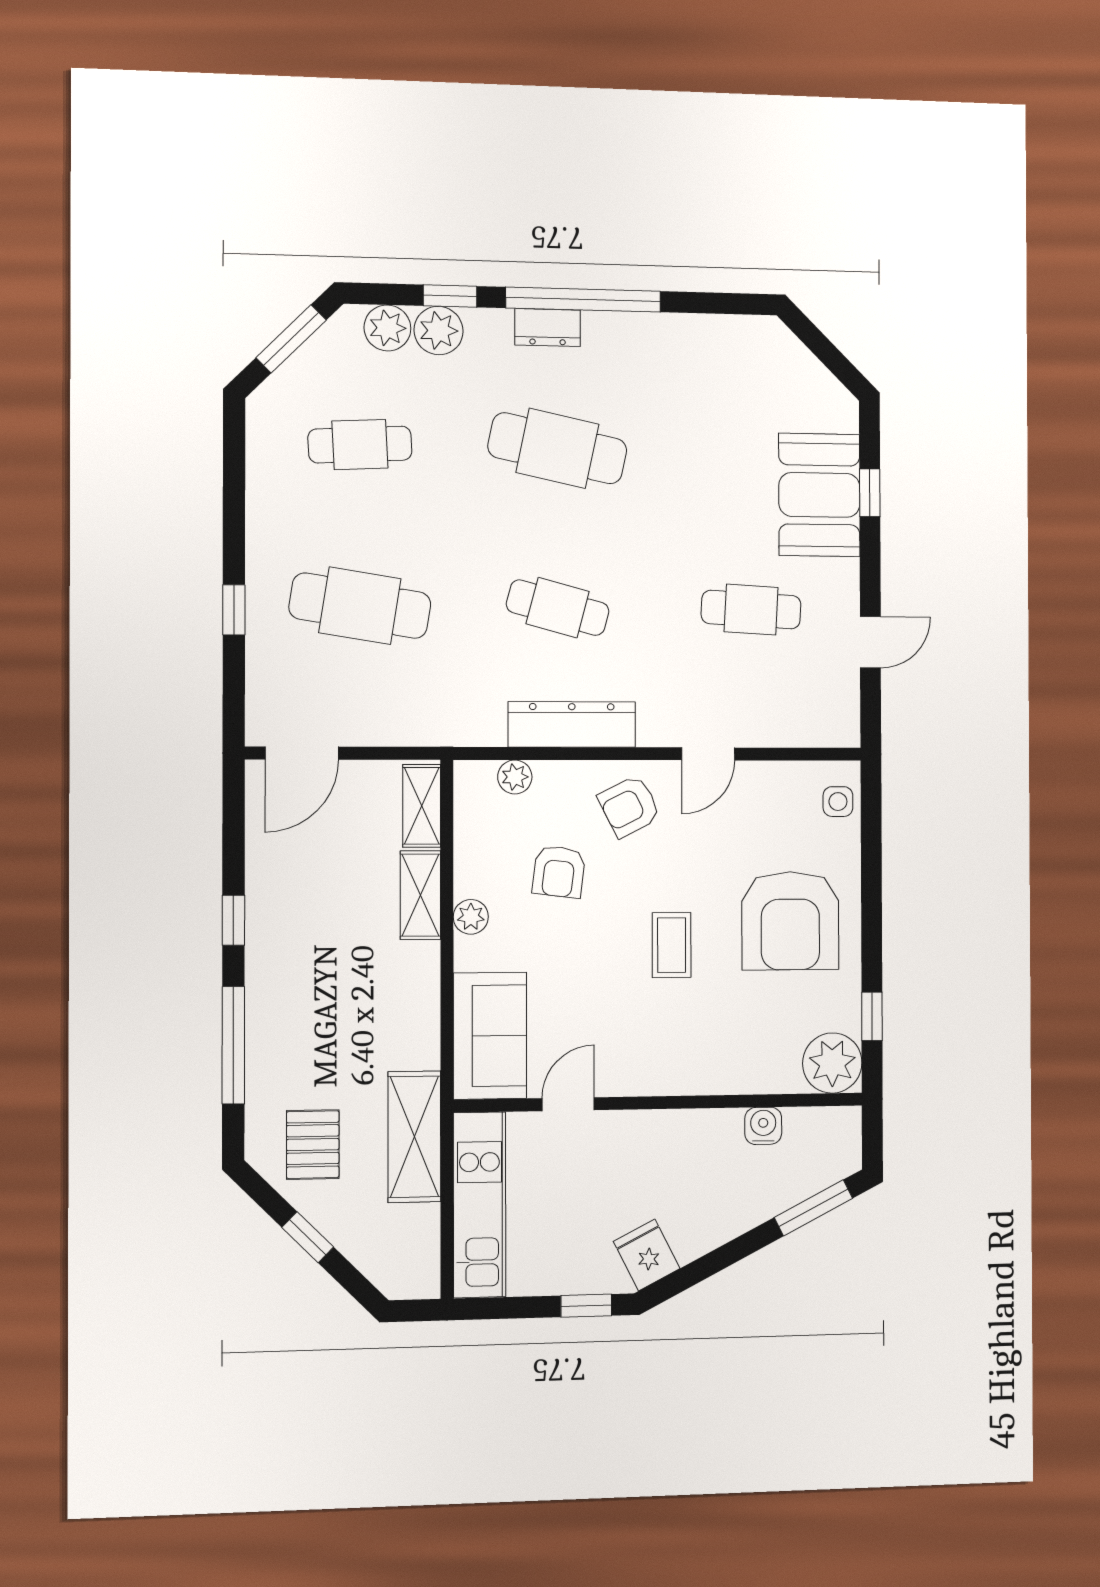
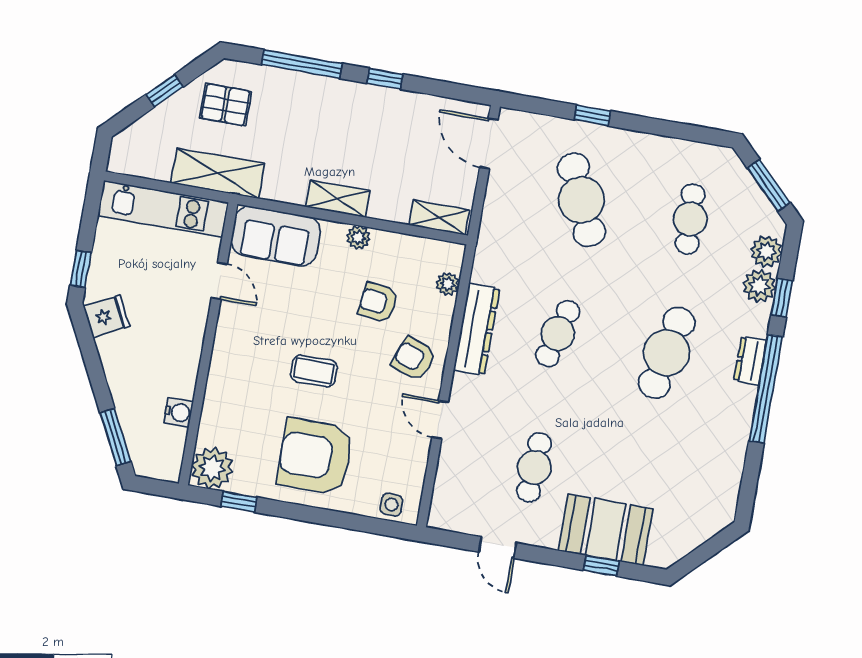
cafe table: (360, 606) -> (581, 200), turned -33
armchair: (629, 806) -> (414, 359), turned -43
shelving: (420, 895) -> (338, 199), moved

